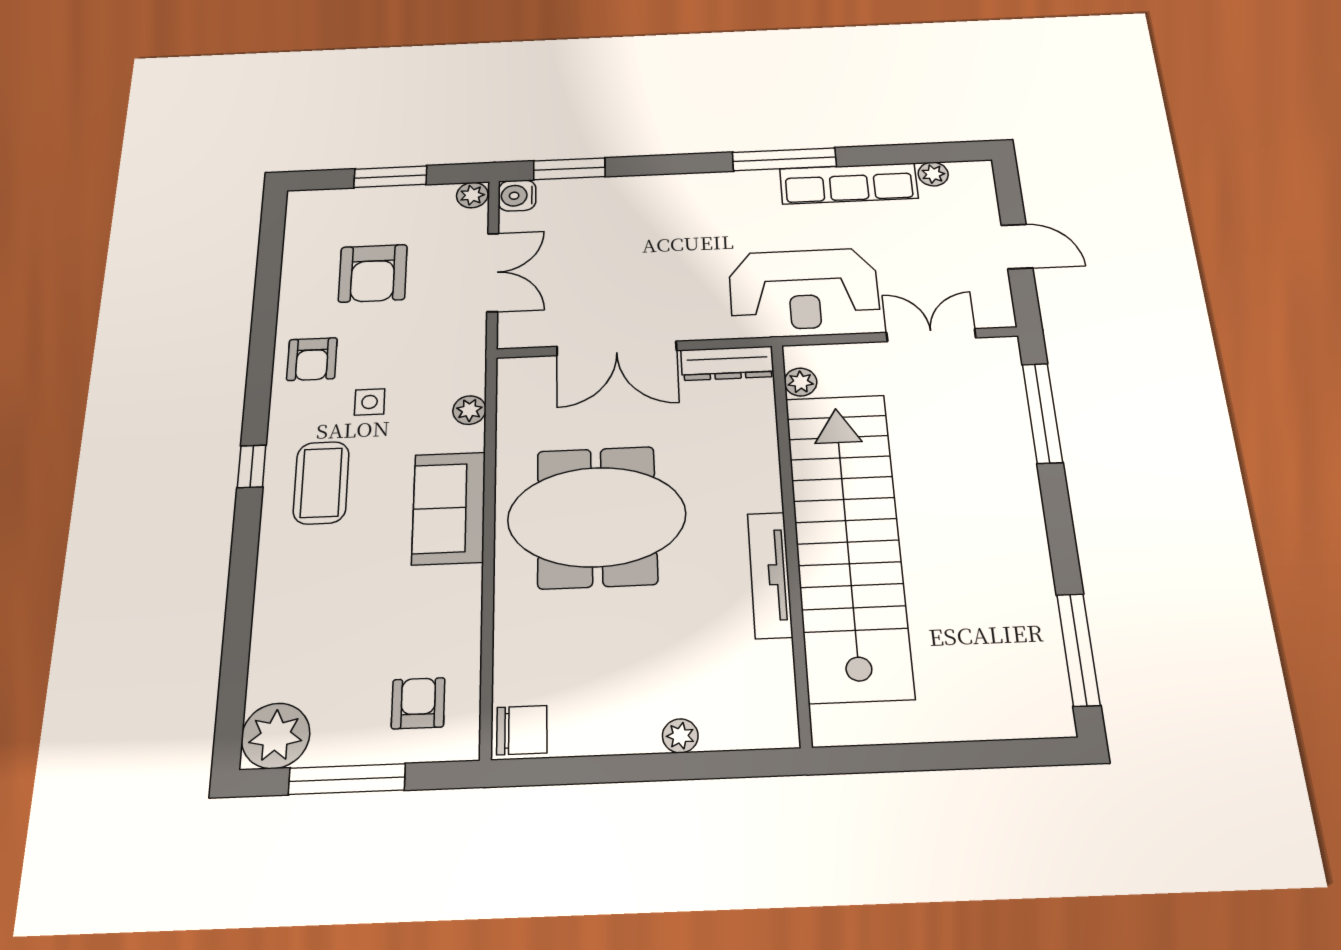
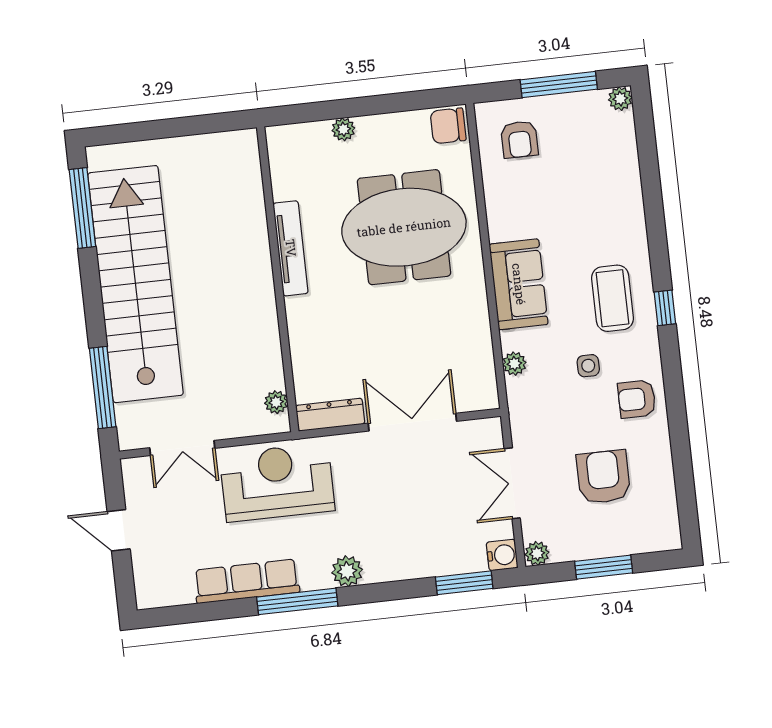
plant: (933, 174) -> (347, 571), moved, width x1.38, depth x1.38
armchair: (312, 359) -> (637, 399), turned -90
meeting table: (597, 517) -> (404, 227), moved
stairs: (848, 543) -> (136, 284), moved, turned 180
plant: (276, 736) -> (620, 99), width x0.53, depth x0.53

